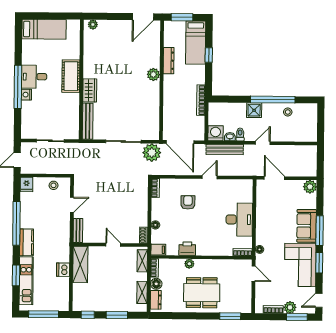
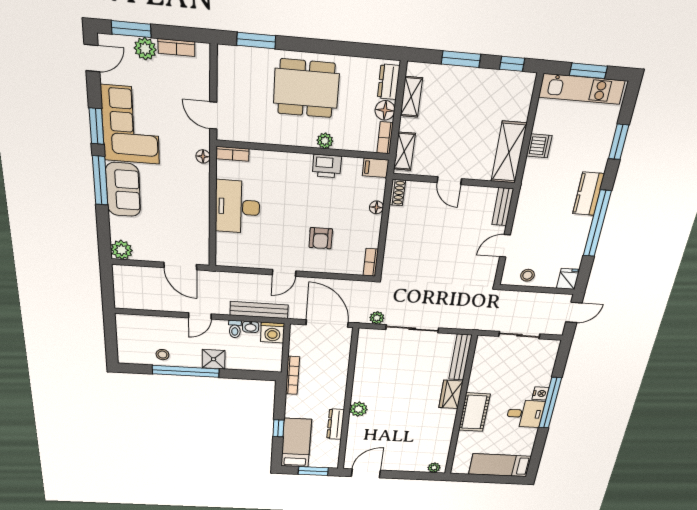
plant: (152, 153) -> (377, 318), width x0.53, depth x0.53
kitchen unit: (26, 281) -> (582, 89), moved, turned -90
window: (44, 314) -> (588, 71), width x0.69

